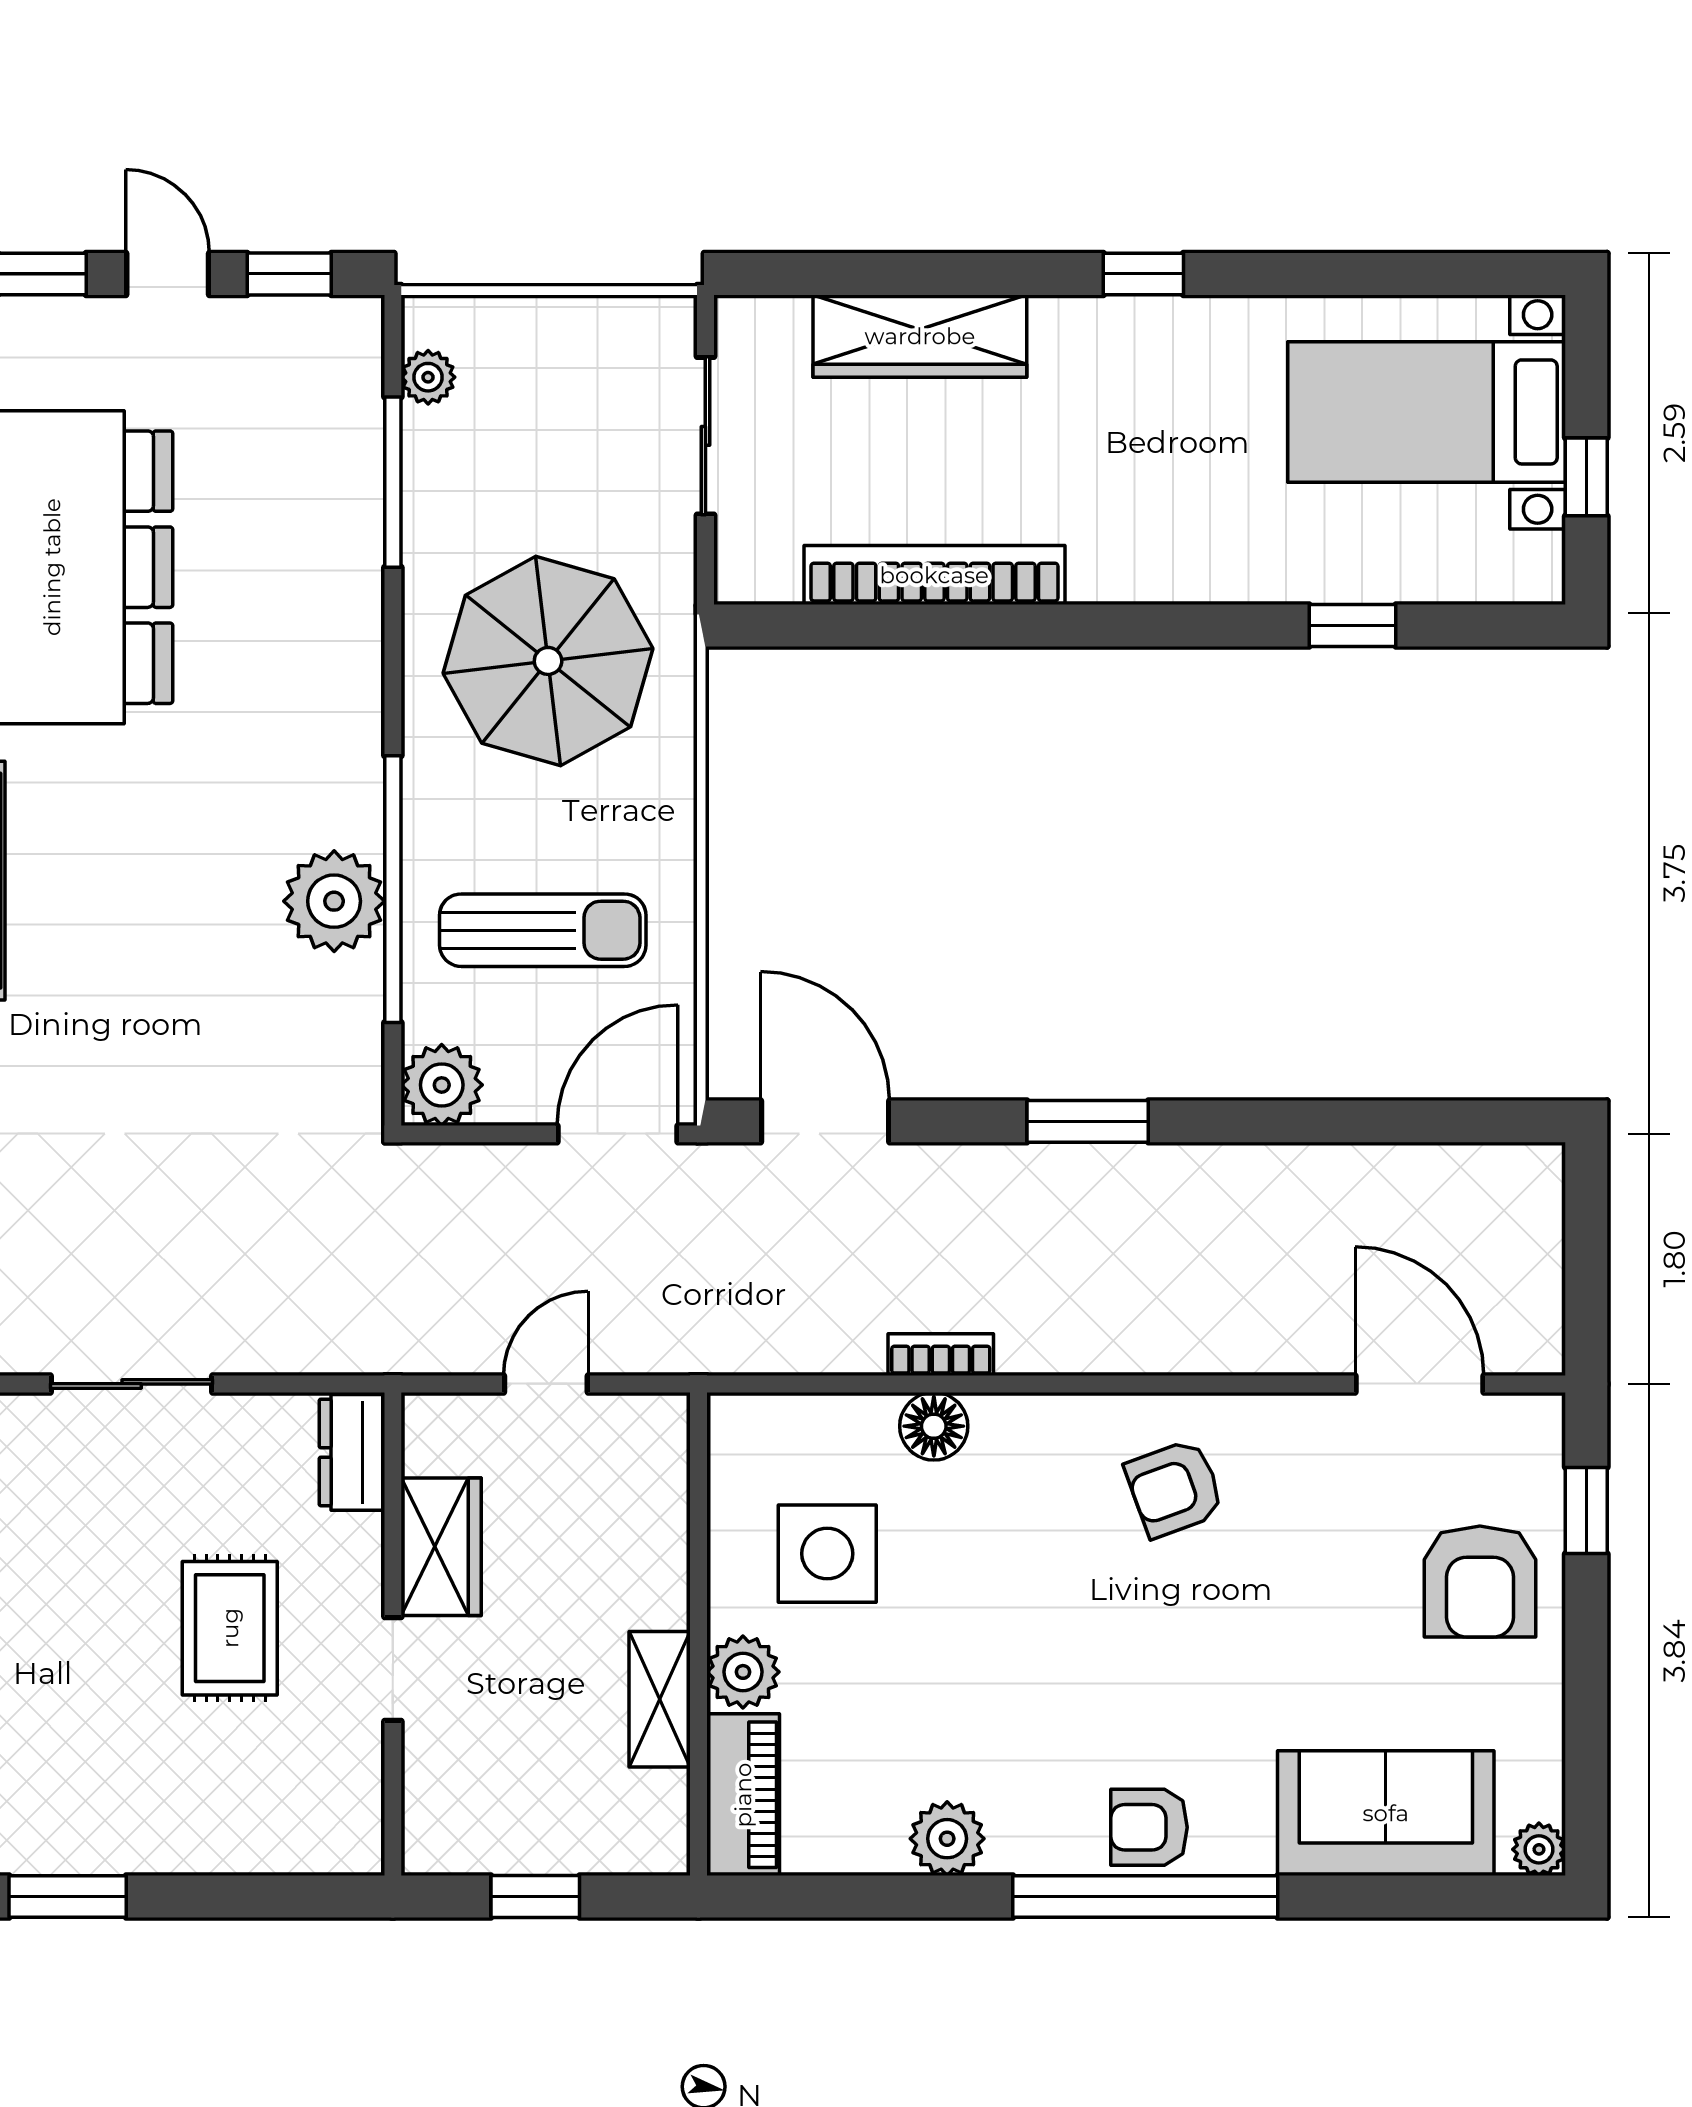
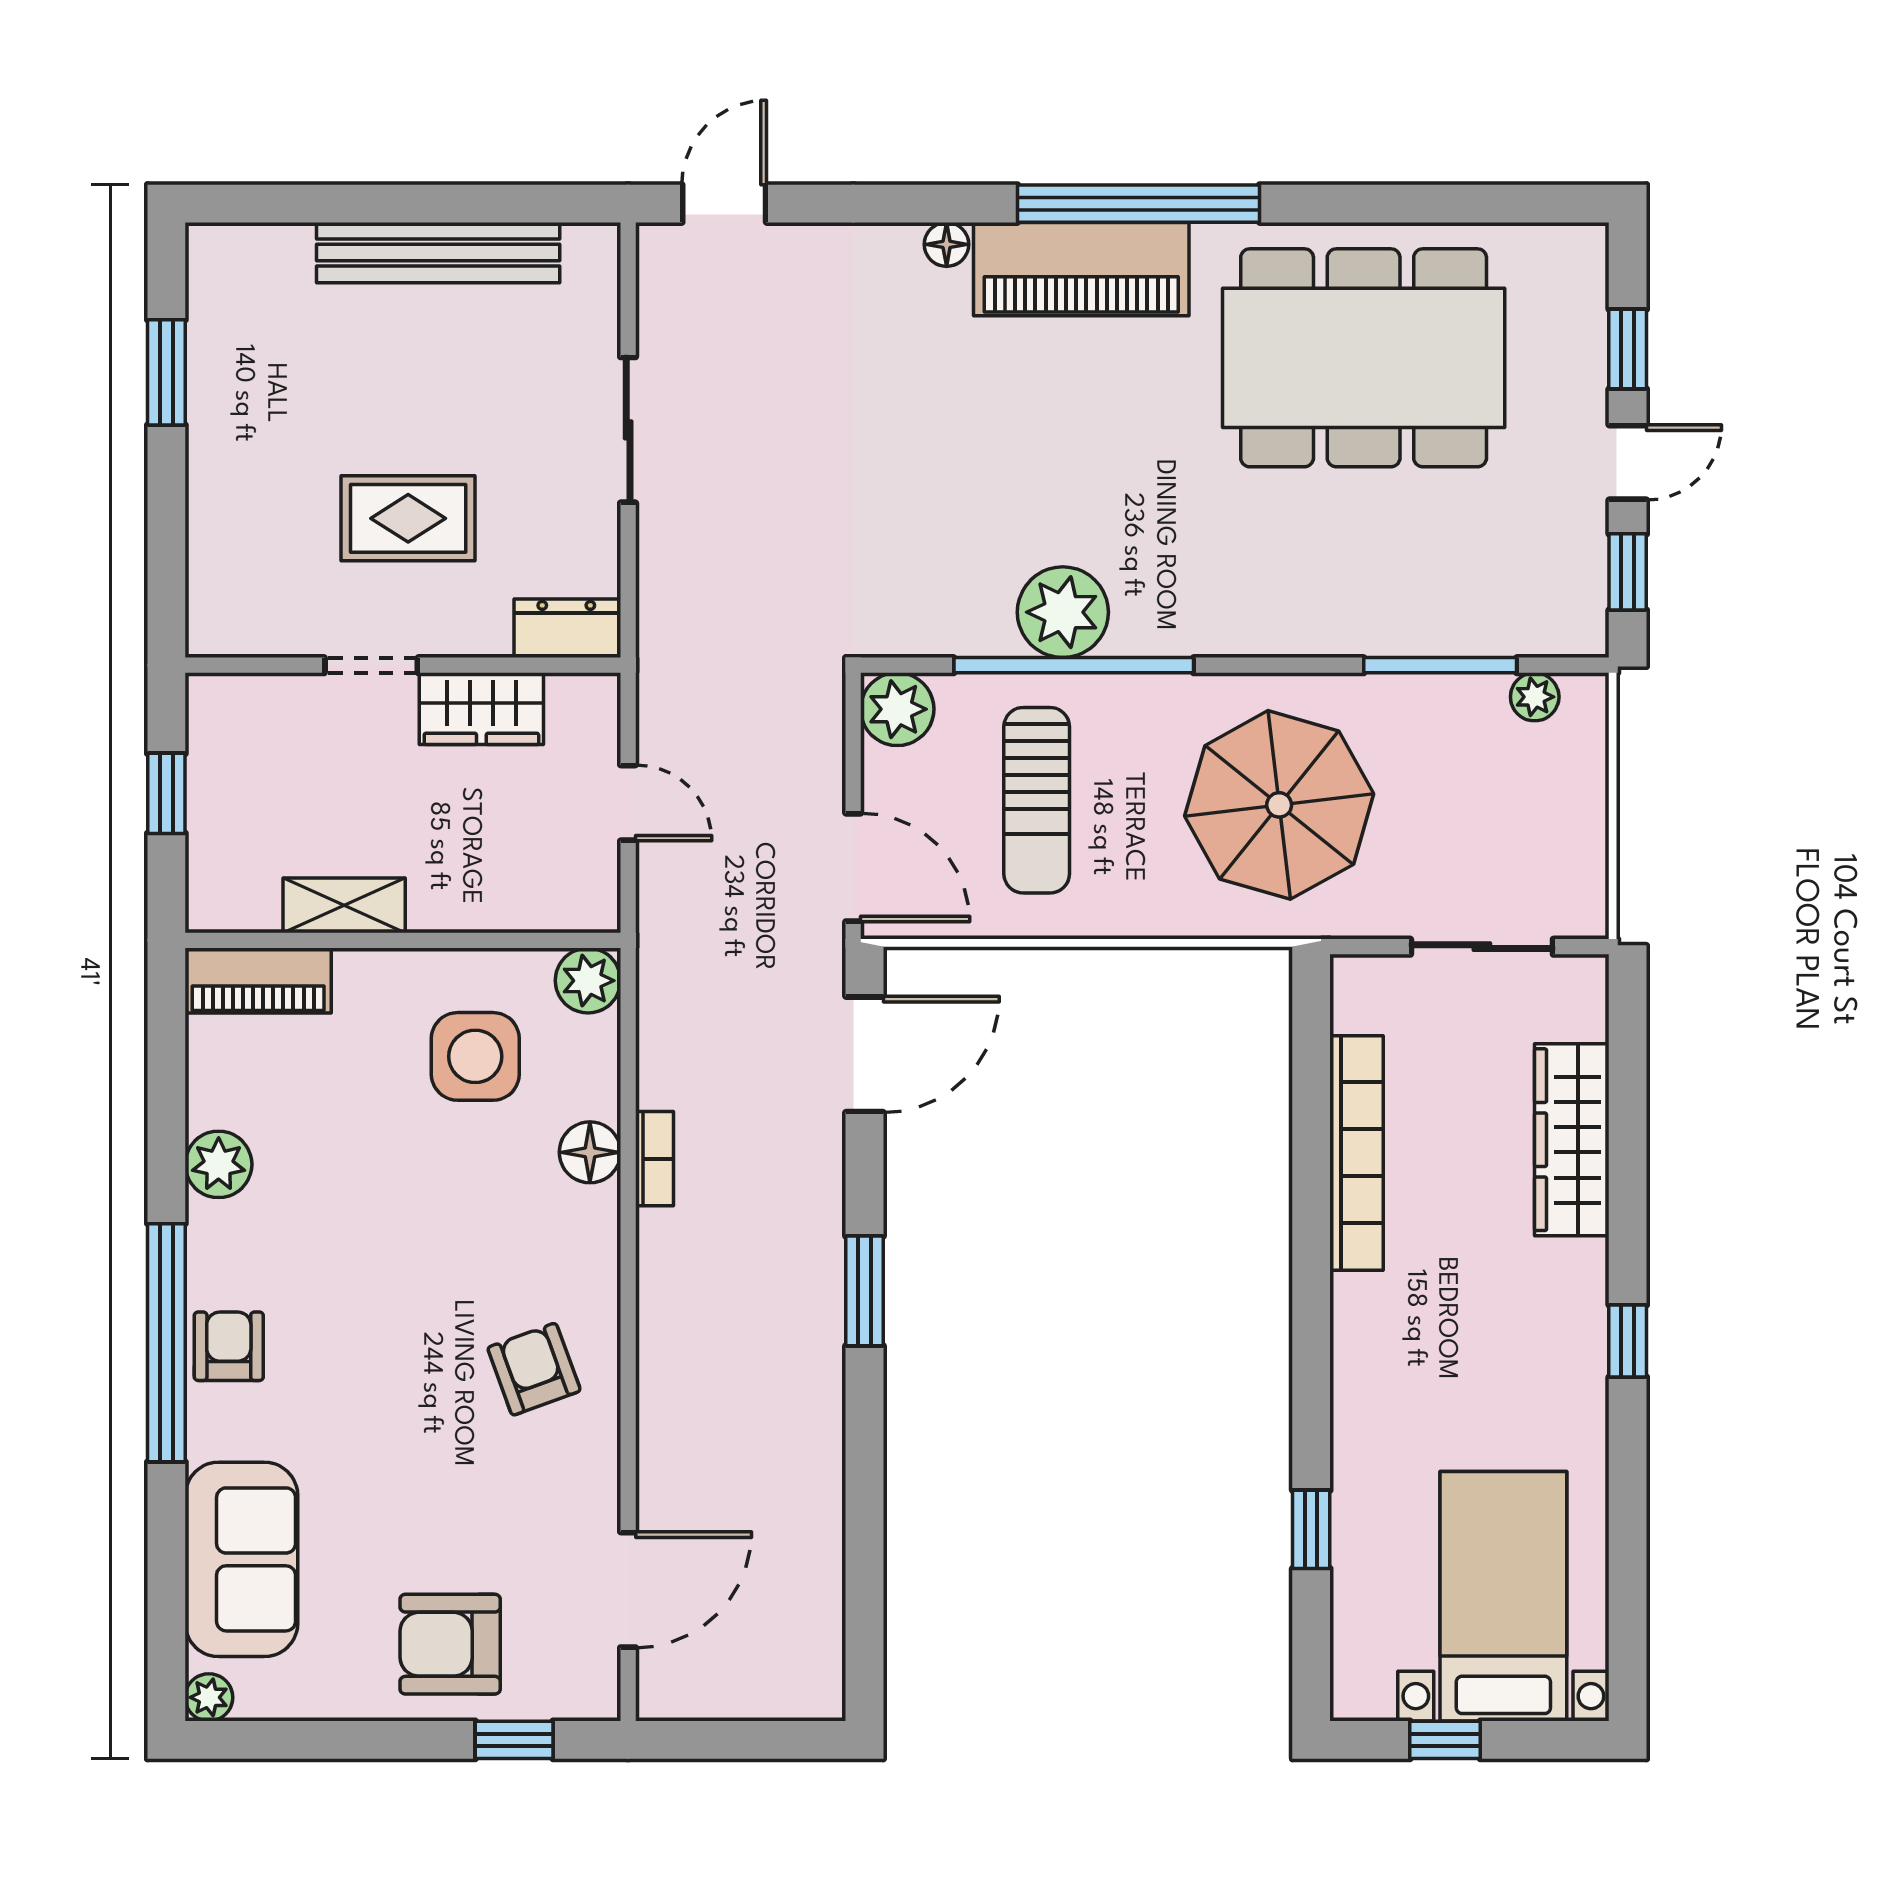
plant: (743, 1672) -> (588, 981), moved

